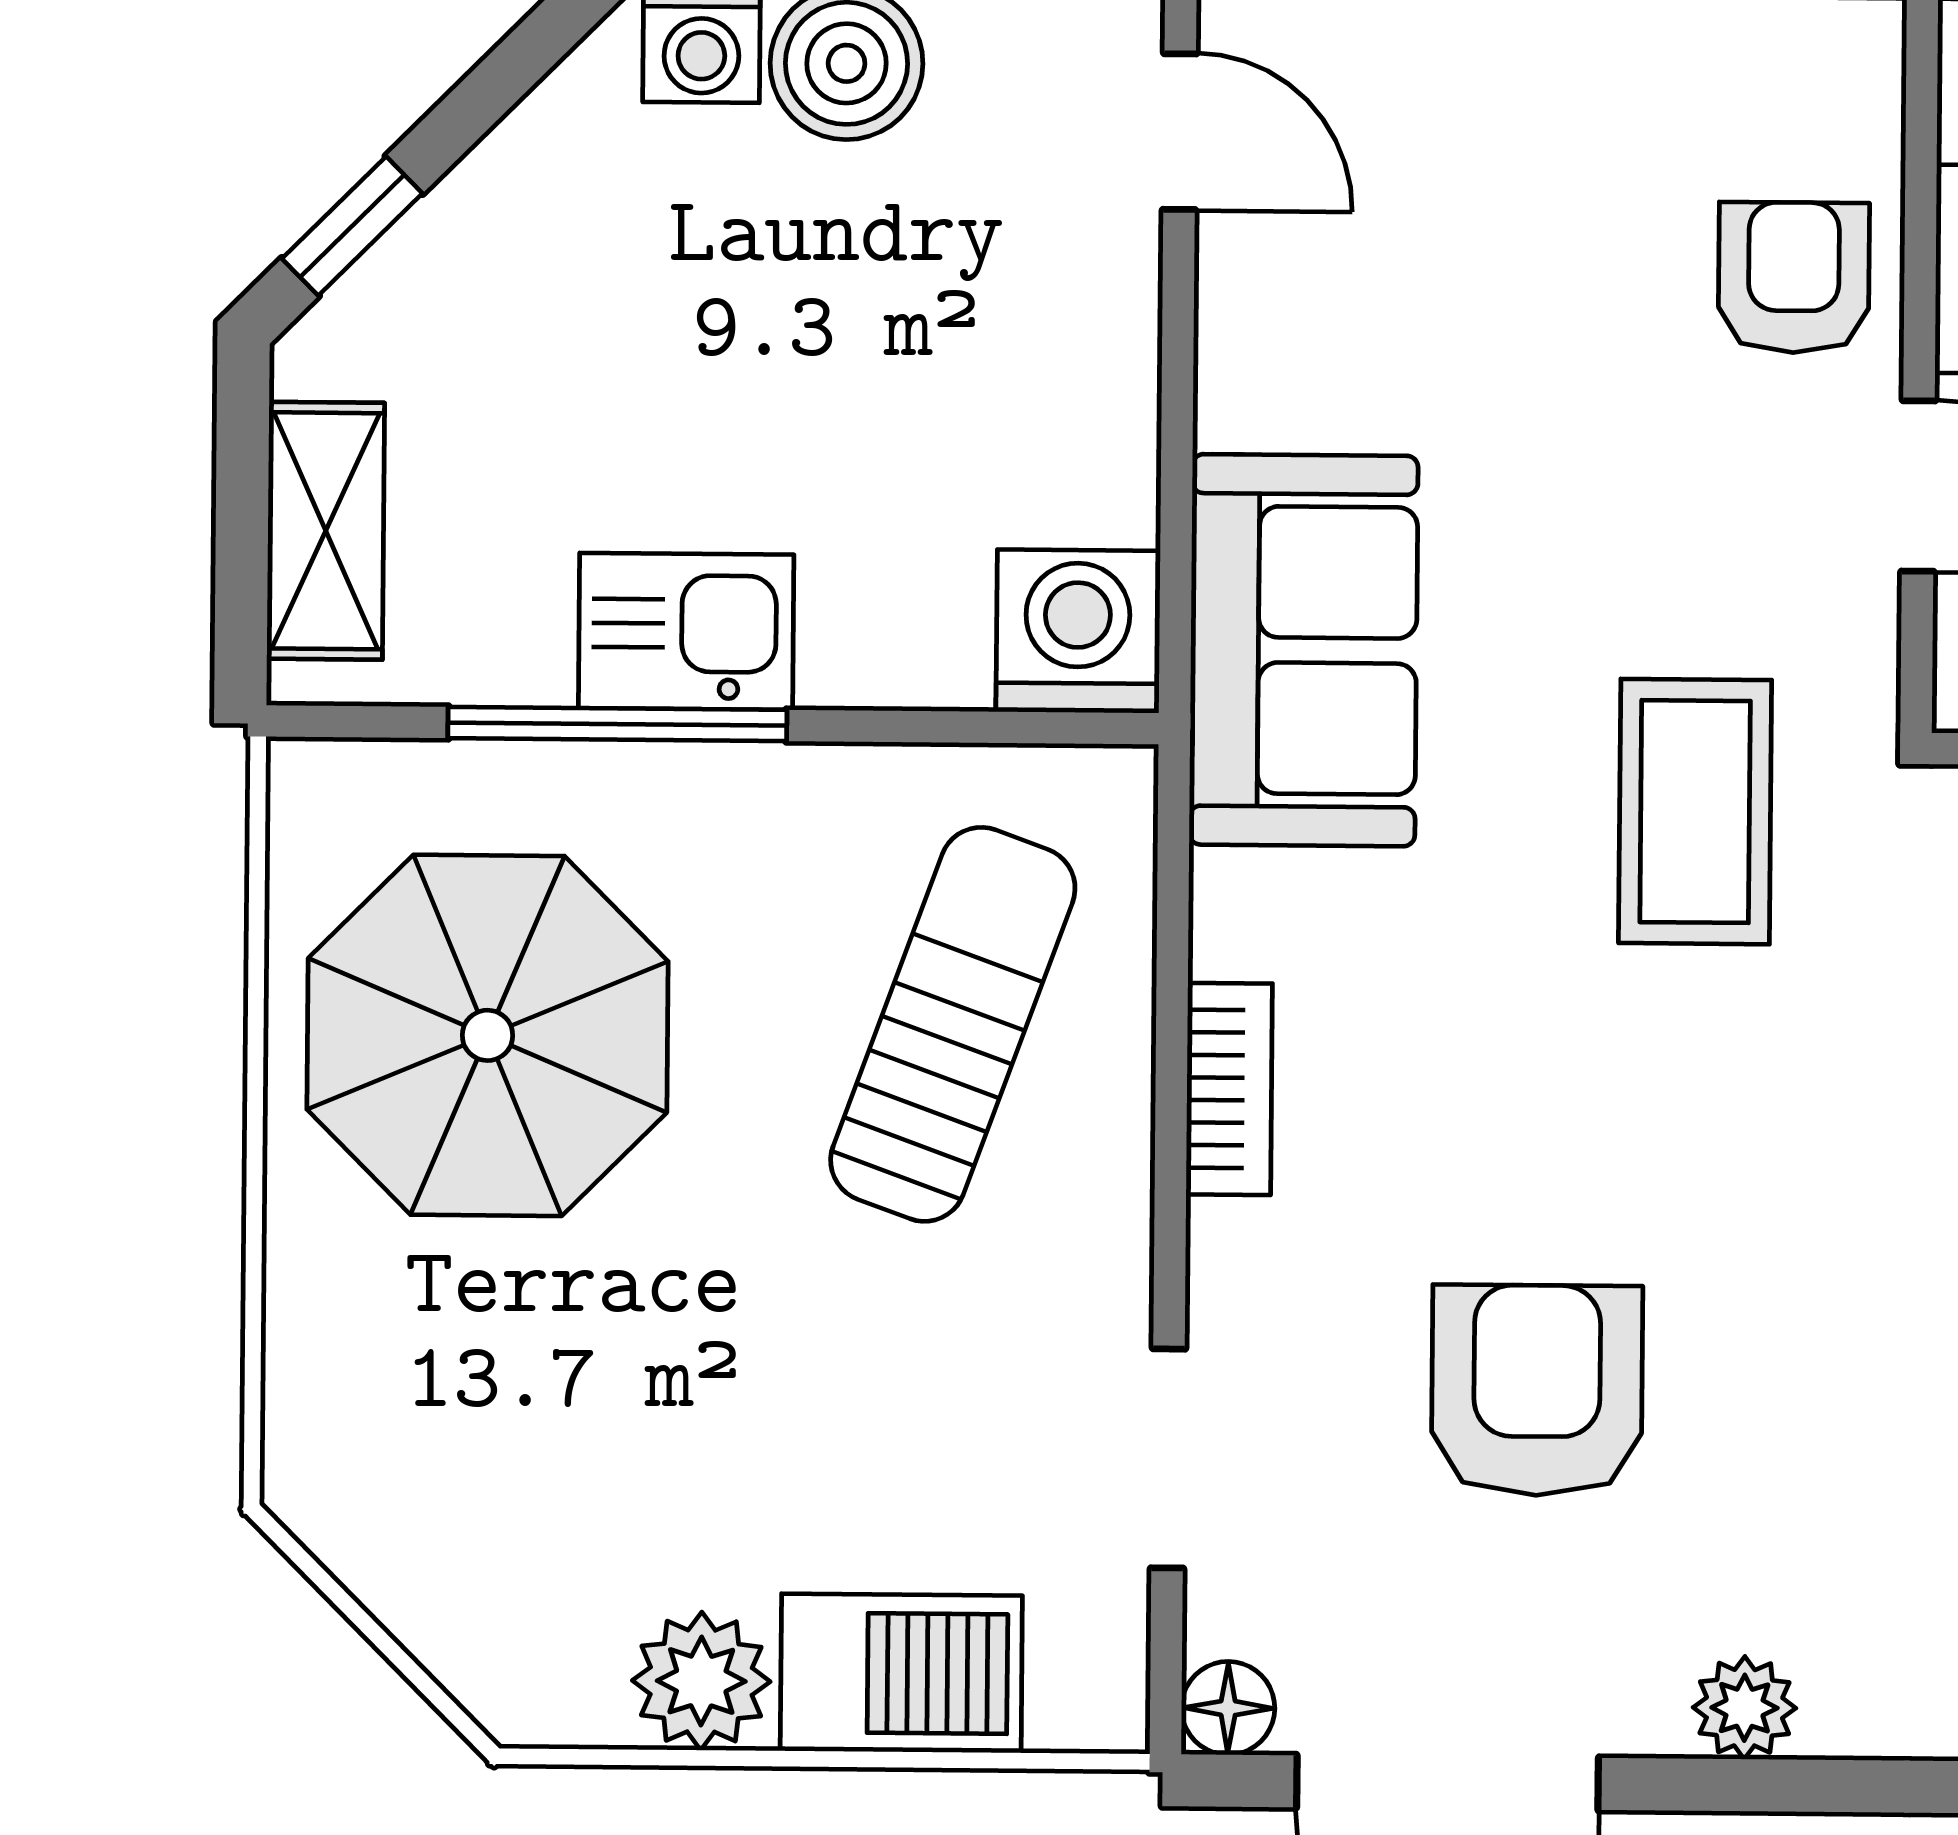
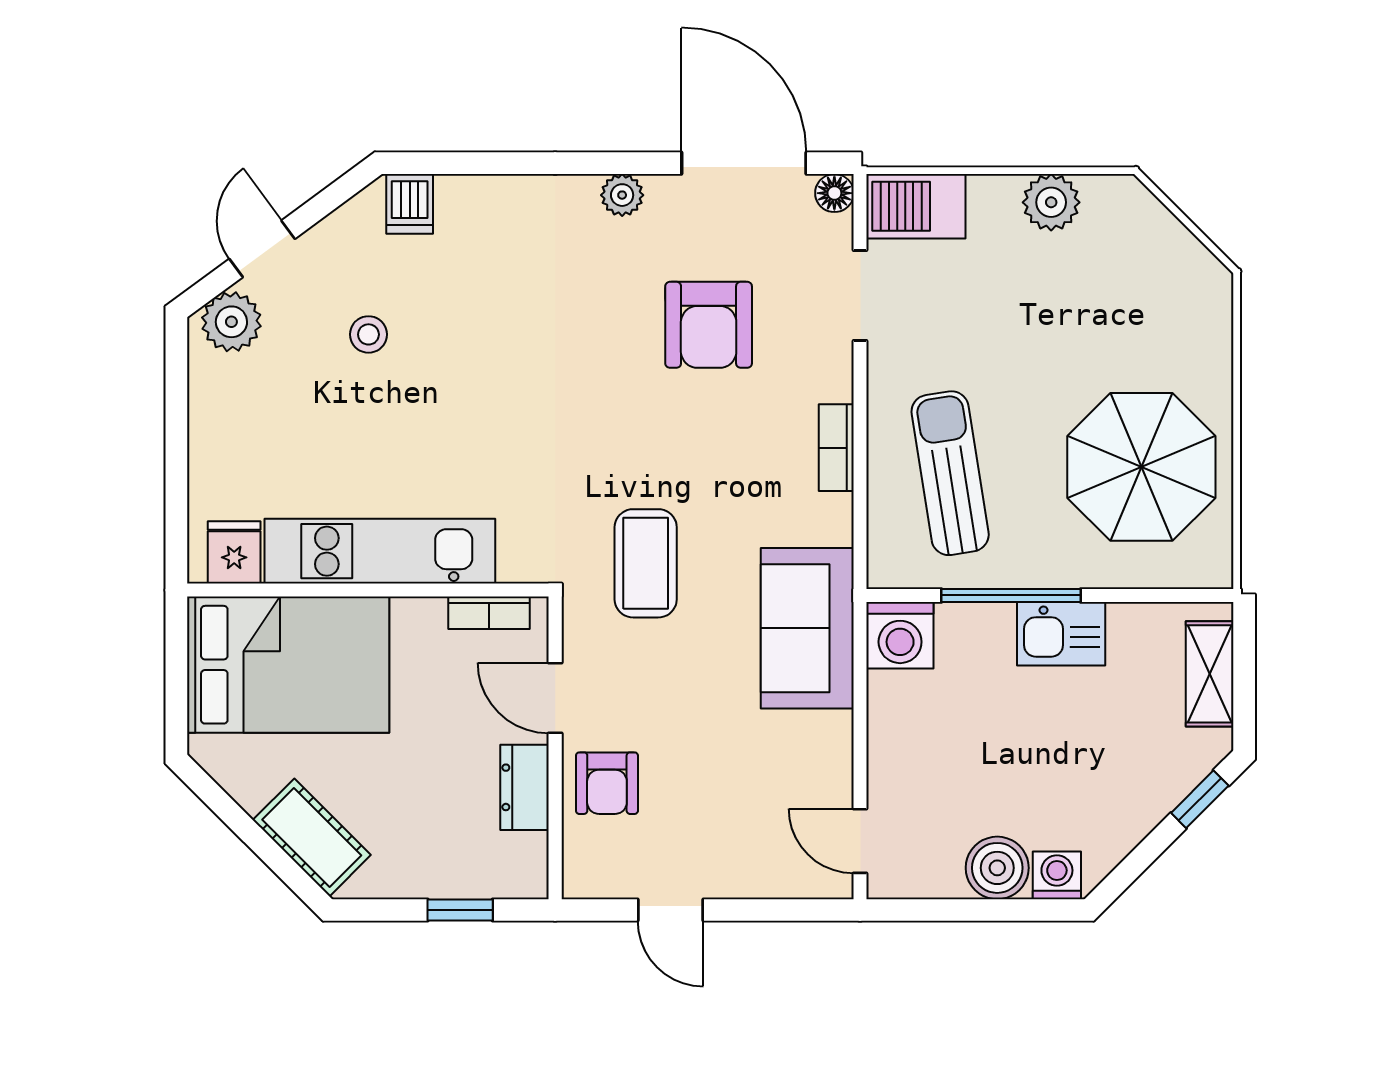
window: (617, 724) -> (1011, 595), moved
sun lounger: (953, 1024) -> (950, 473), turned 151
barbecue: (901, 1673) -> (916, 206), moved

